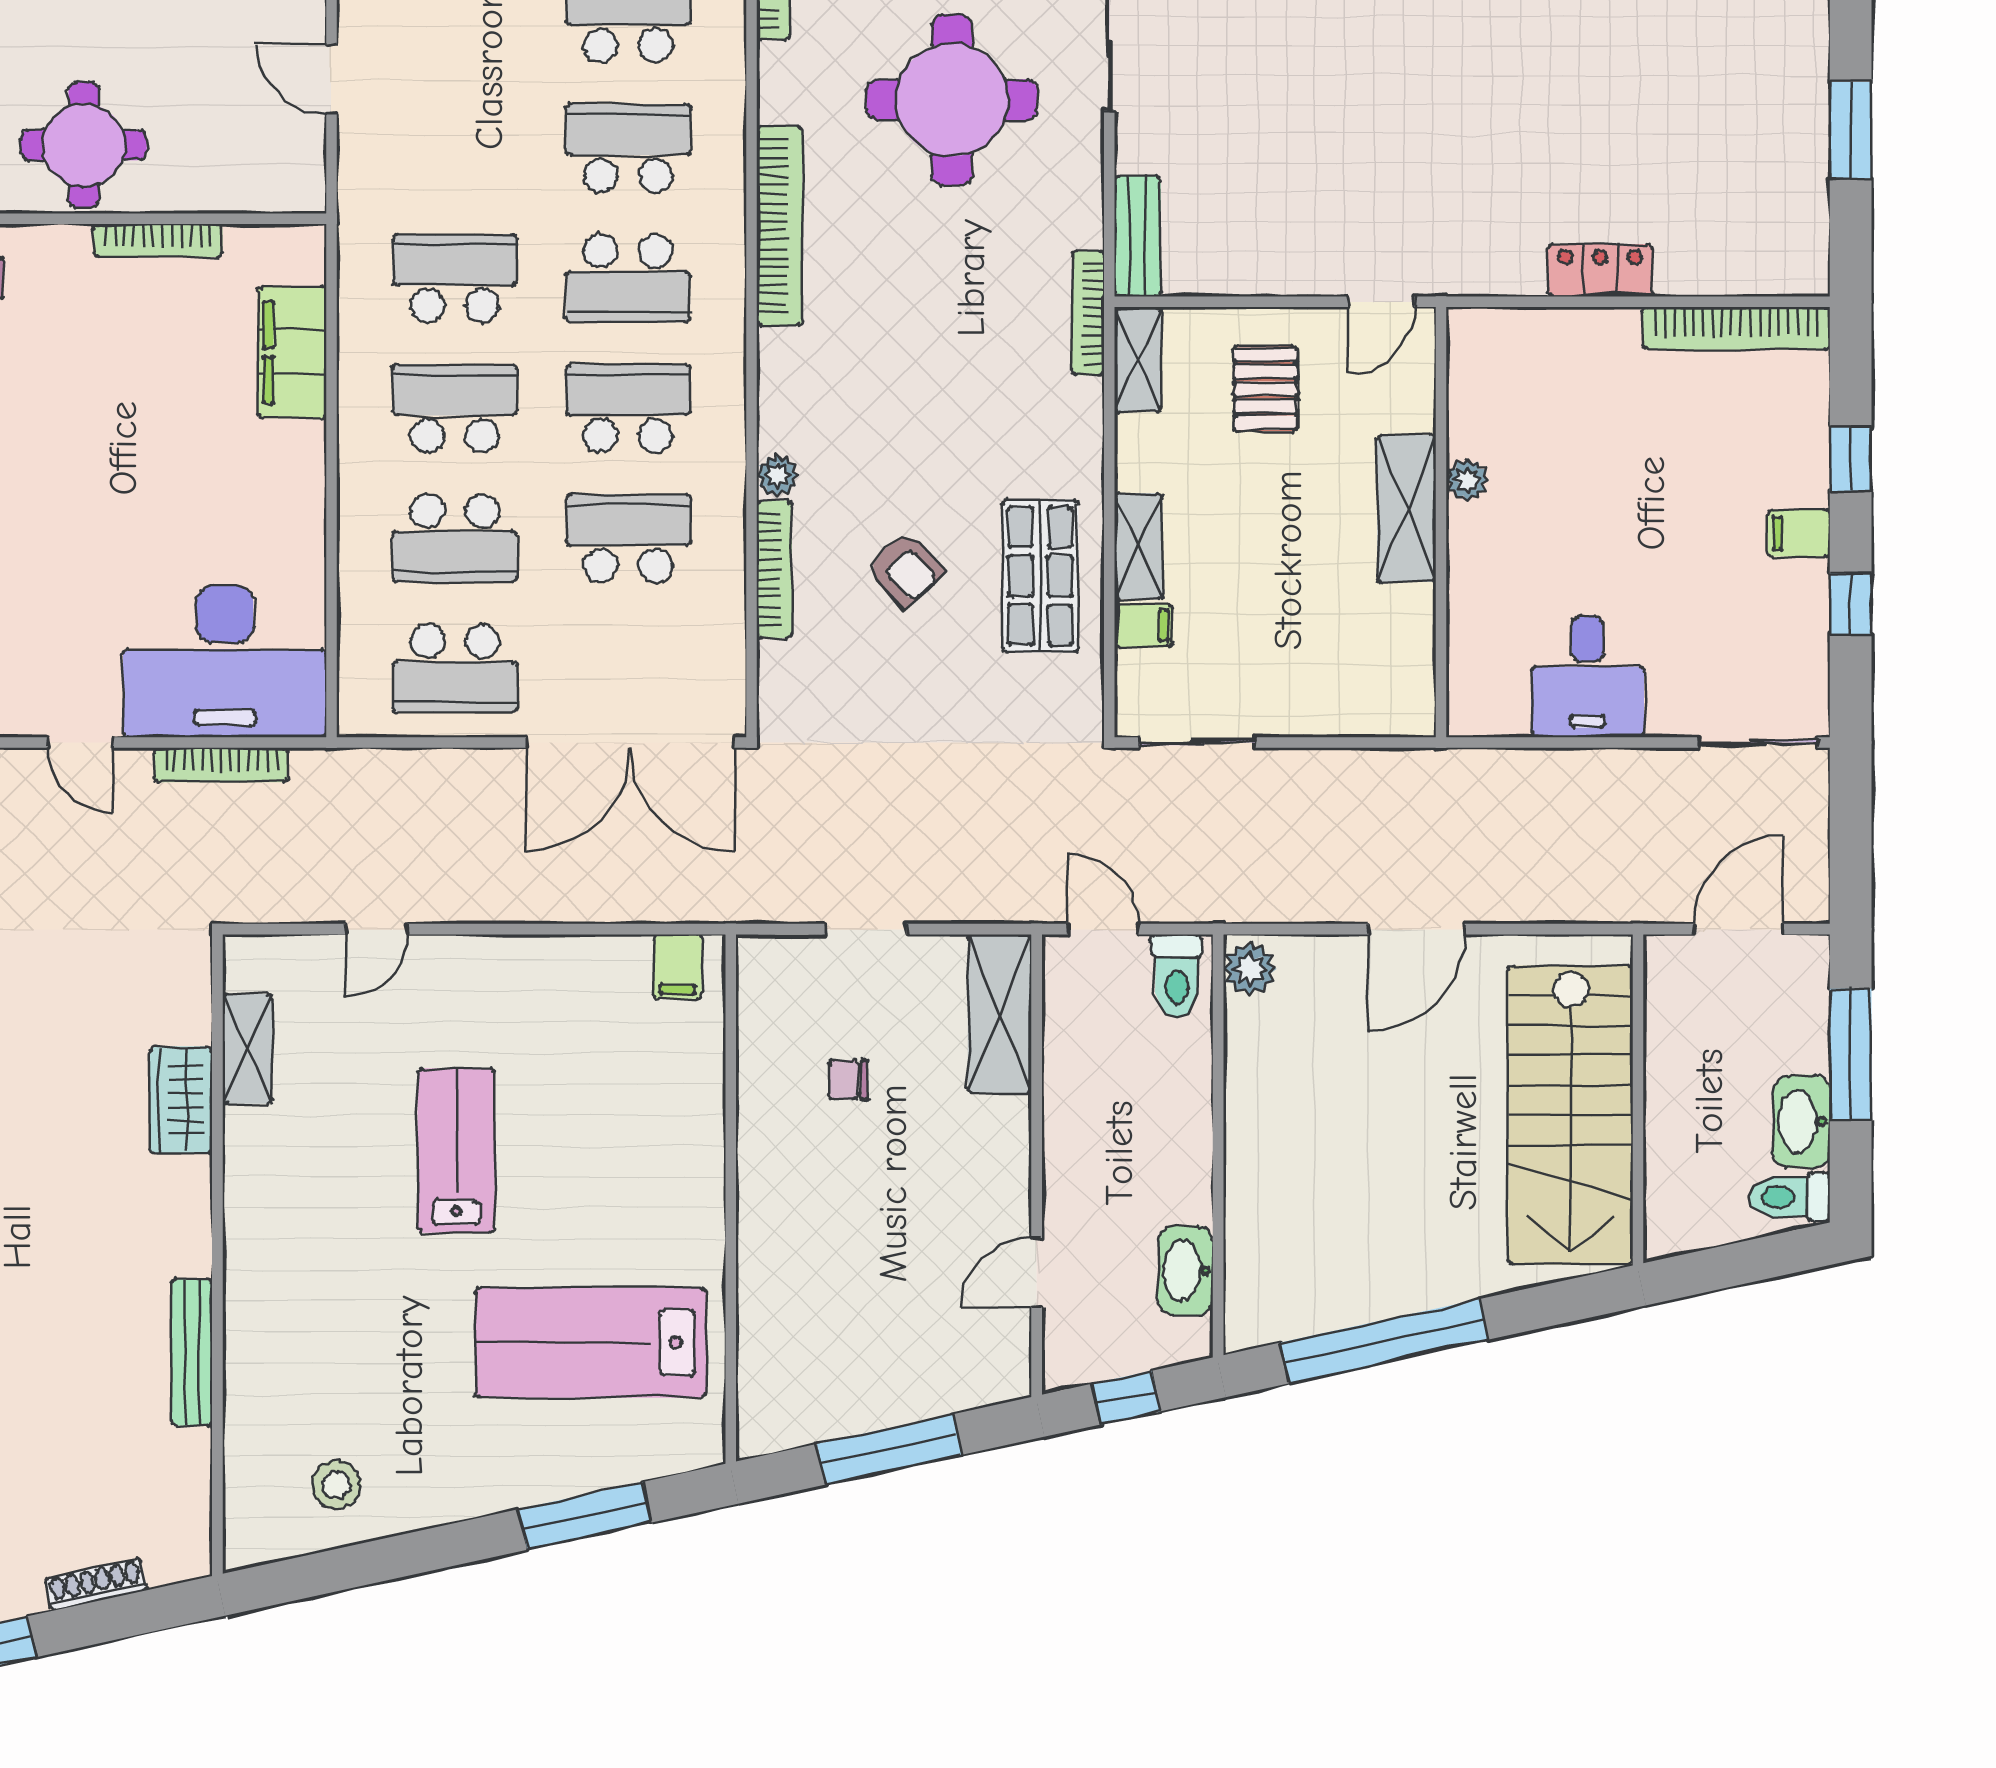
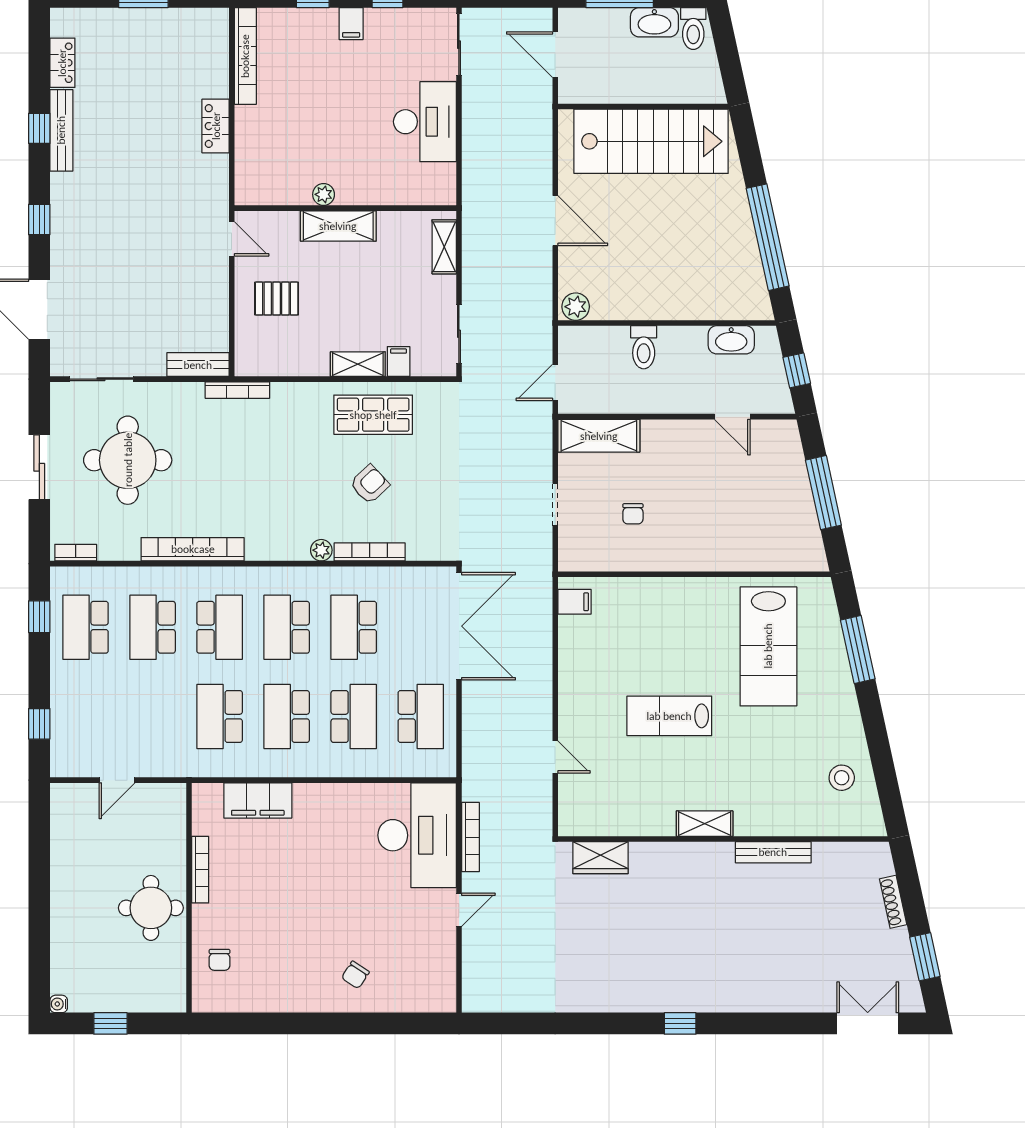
shelving: (1138, 359) -> (444, 247), moved, turned 90
desk: (1588, 676) -> (425, 122), width x1.37
toilet: (1176, 976) -> (644, 347), moved, turned 90
shelving: (247, 1049) -> (705, 824), moved
wardrobe: (181, 1100) -> (600, 858), moved

